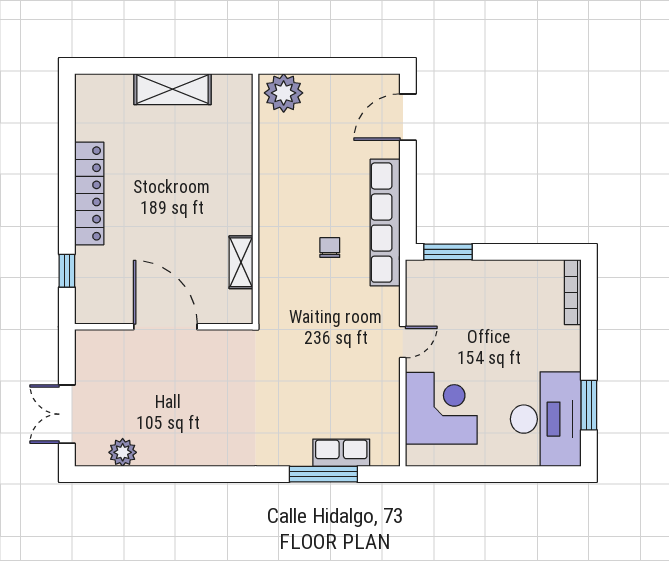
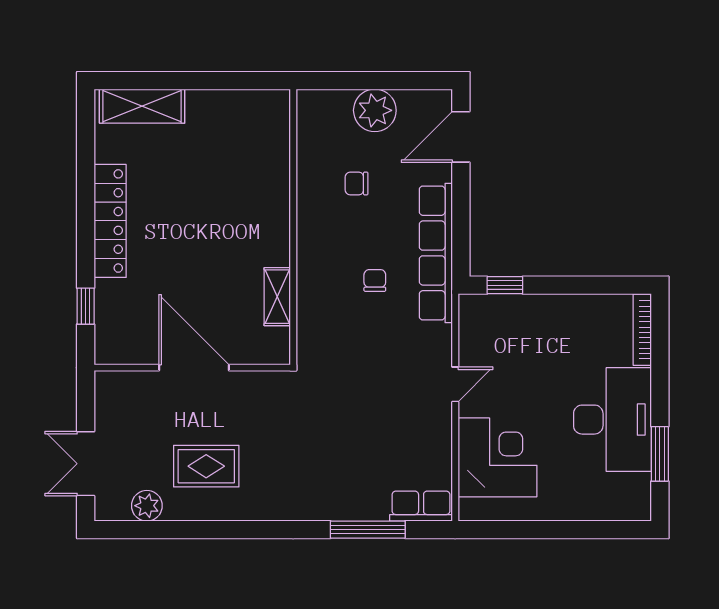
shelving: (173, 89) -> (142, 106), moved
plant: (284, 93) -> (375, 110), moved
chair: (313, 159) -> (357, 183), added
window: (448, 252) -> (505, 285), width x0.67
rug: (177, 416) -> (206, 466), added
desk: (546, 419) -> (612, 420), moved
row of seats: (341, 453) -> (421, 506), moved

